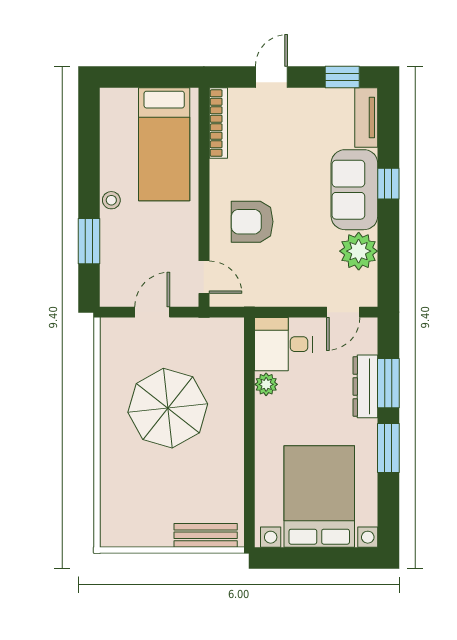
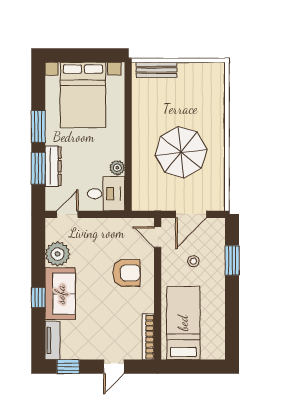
stool: (111, 200) -> (193, 261), moved
door: (152, 312) -> (191, 214), width x1.38

